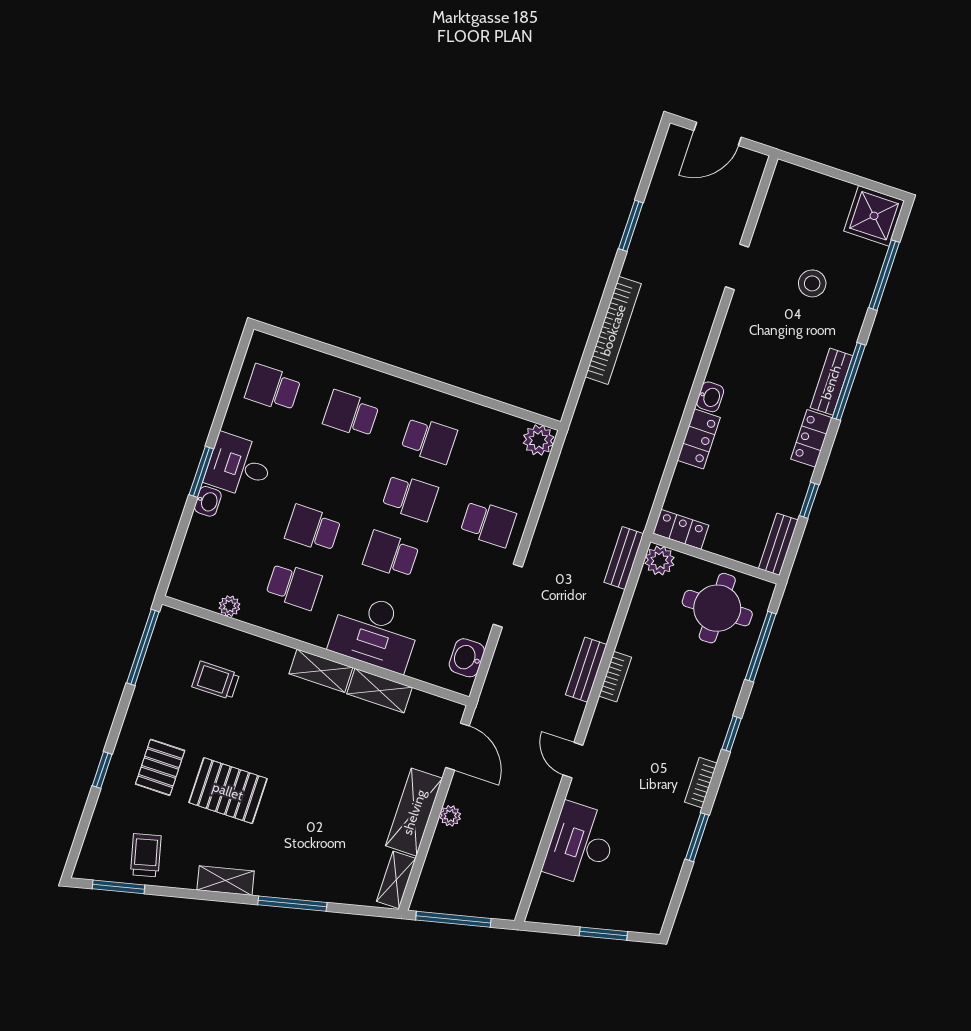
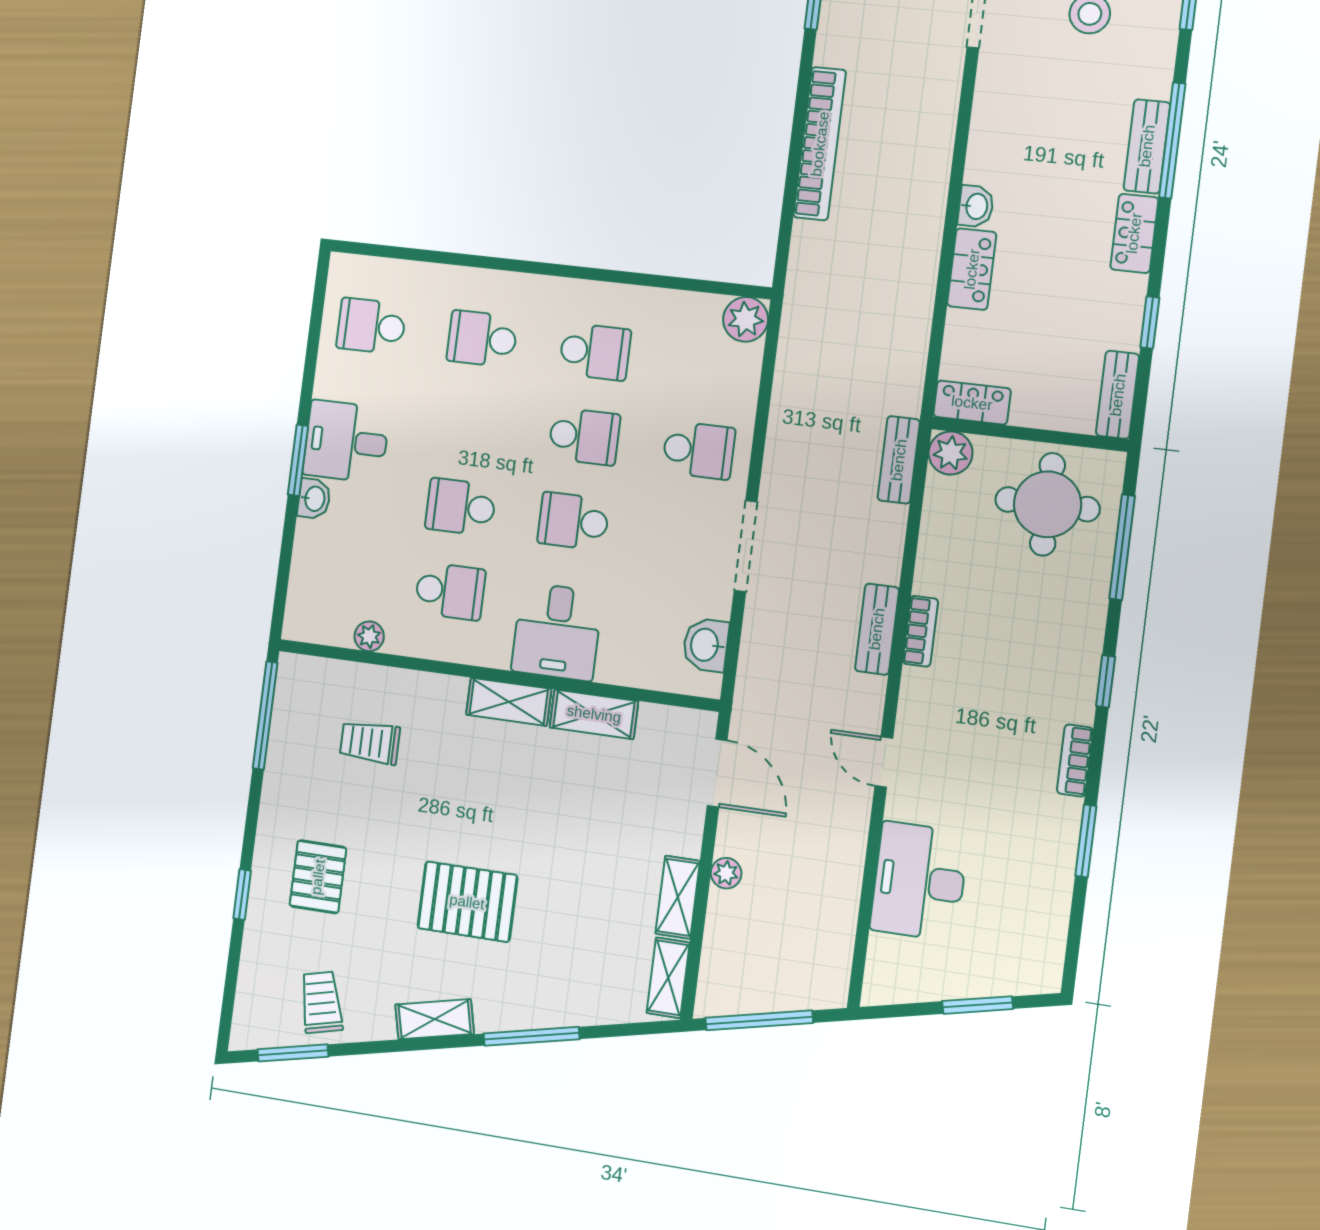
desk: (375, 632) -> (557, 632), width x0.73
pallet: (228, 791) -> (467, 902), moved
shelving: (414, 812) -> (678, 897), width x0.67, depth x0.75

